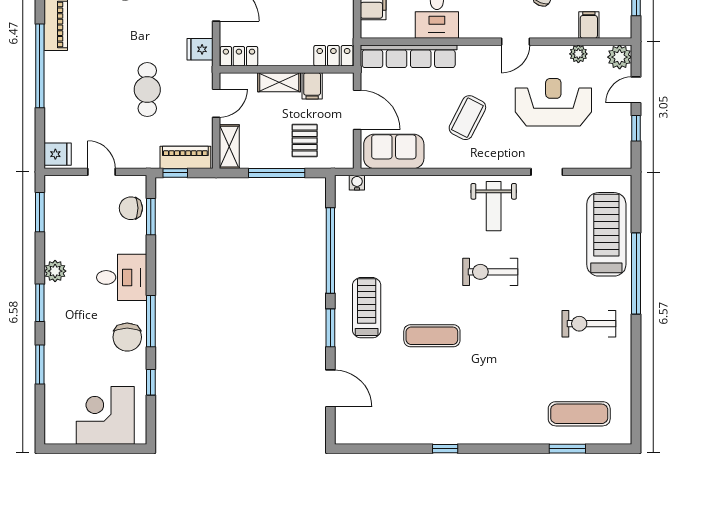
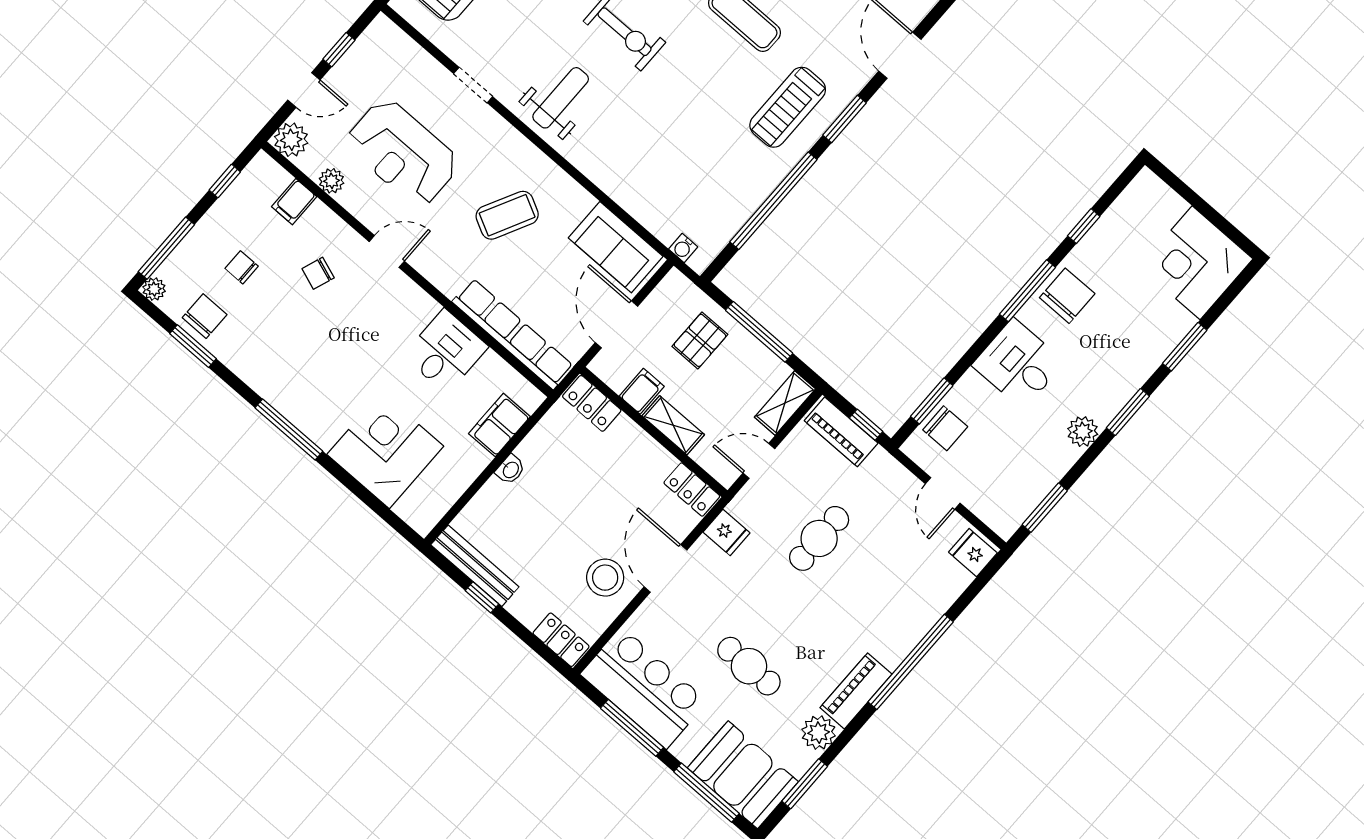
corner desk: (105, 415) -> (1196, 263), moved, turned 90

